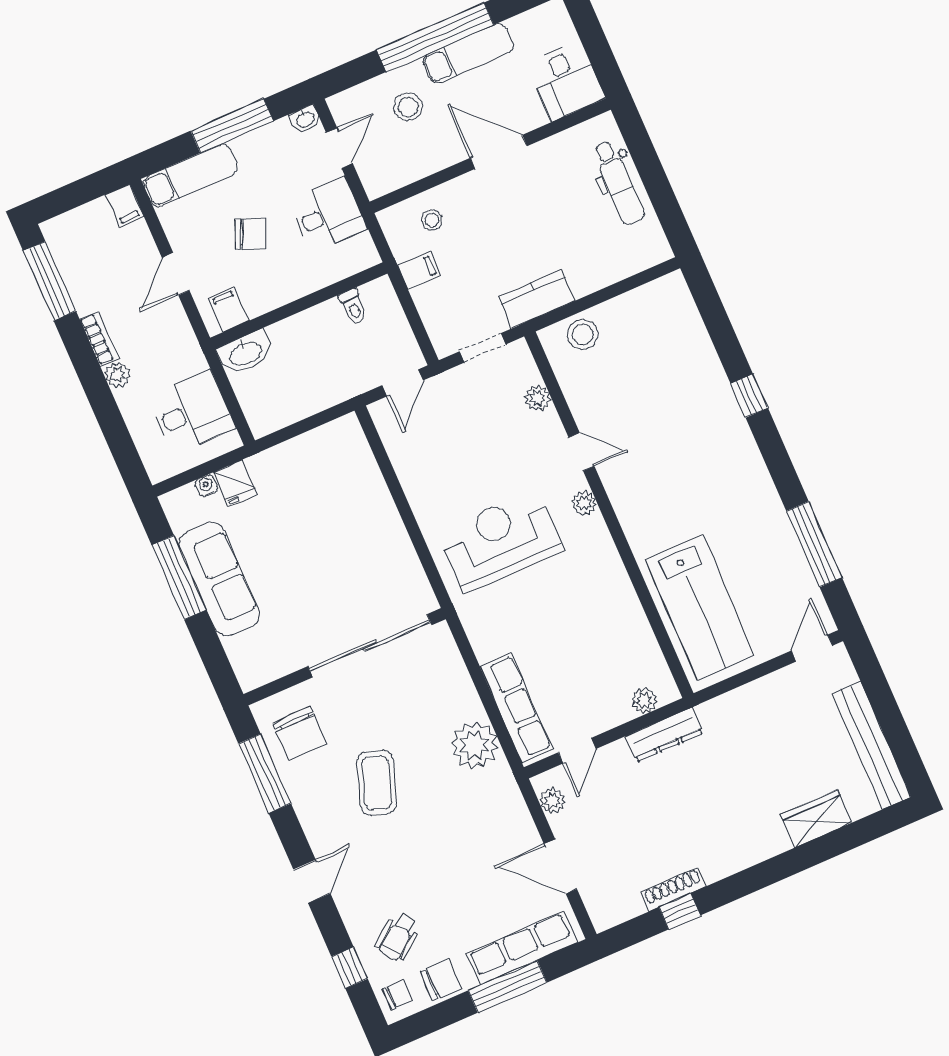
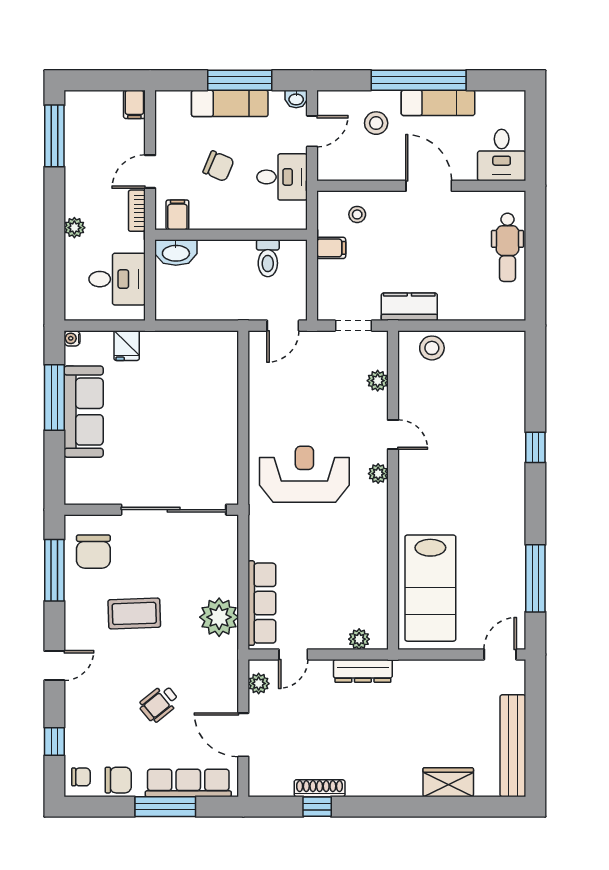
exam couch: (191, 175) -> (230, 103), moved
toilet: (353, 307) -> (268, 258), width x1.37, depth x1.39
bookcase: (99, 338) -> (137, 211), moved, turned 180
water cooler: (206, 486) -> (72, 338), moved, turned -90
coffee table: (377, 783) -> (134, 613), turned 69
wheelchair: (398, 937) -> (159, 703), moved

